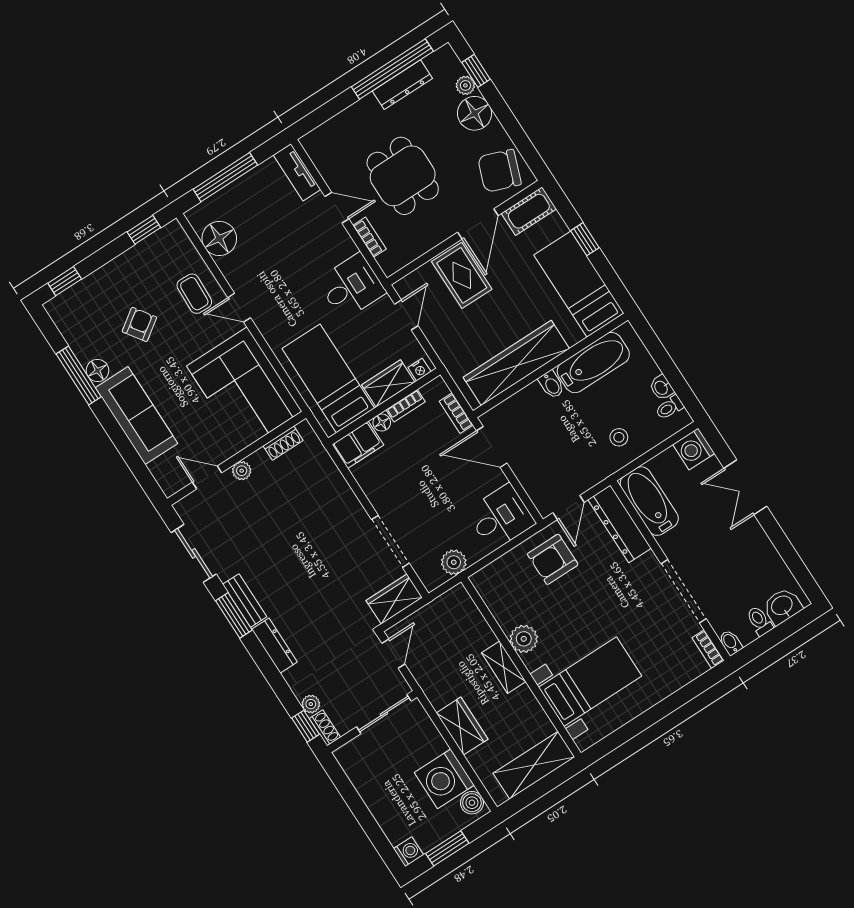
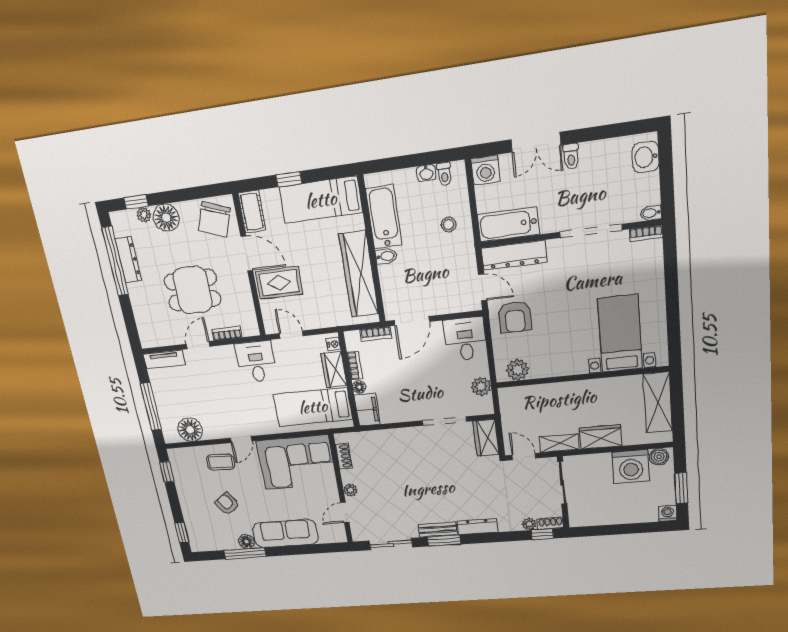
toilet: (759, 621) -> (571, 157), moved, turned -90
plant: (524, 639) -> (518, 370), moved
shelving: (504, 667) -> (559, 443), moved

